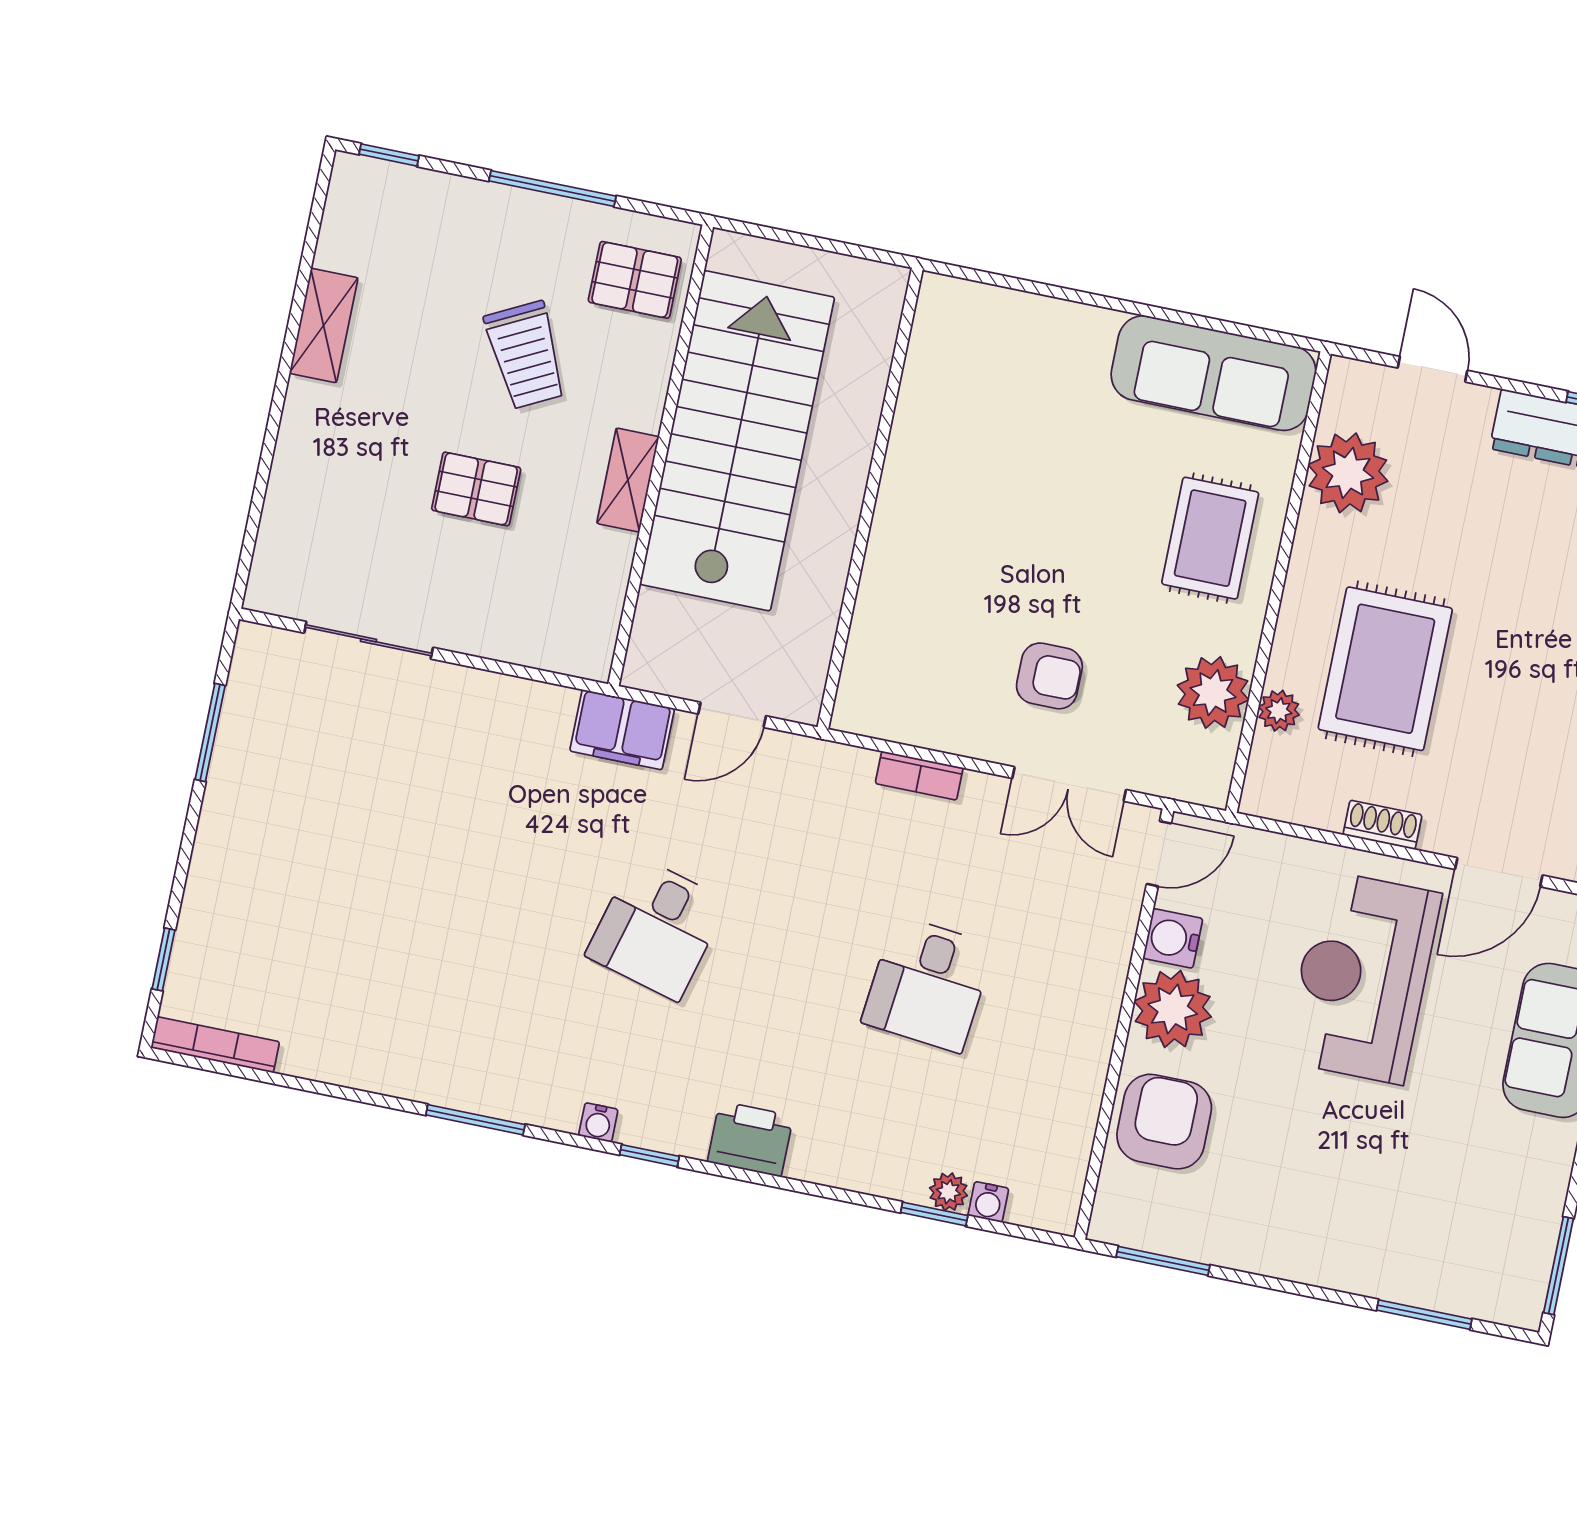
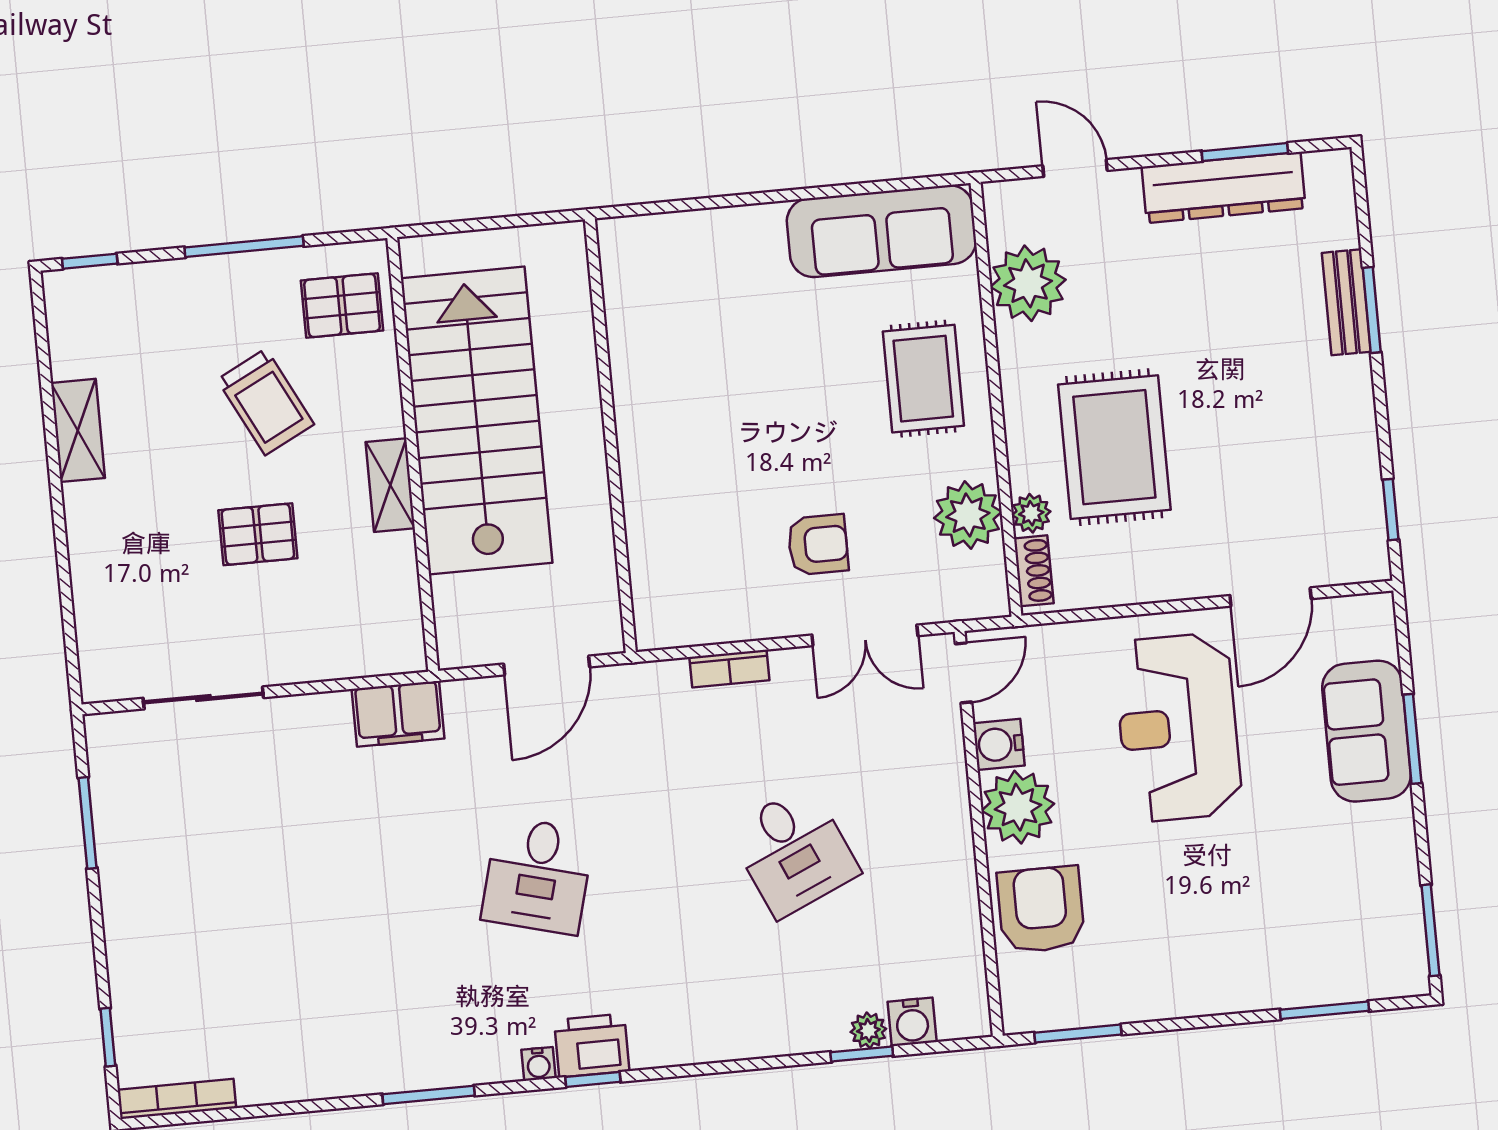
door: (732, 715) -> (547, 665), width x1.38
filing cabinet: (622, 730) -> (398, 714), moved
shoe rack: (1382, 825) -> (1034, 571), moved, turned 90
desk: (928, 984) -> (794, 851), turned -30
printer: (750, 1139) -> (592, 1045), moved
water cooler: (988, 1202) -> (912, 1022), width x1.38, depth x1.38

